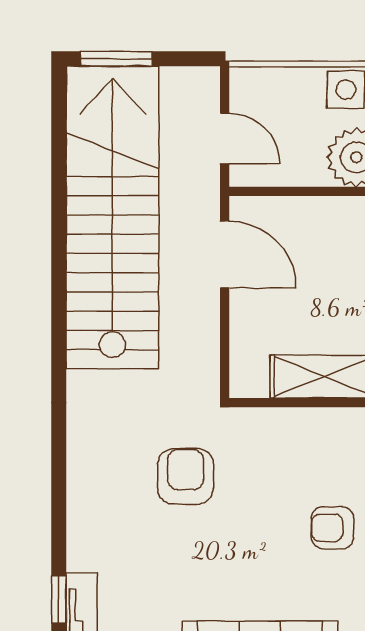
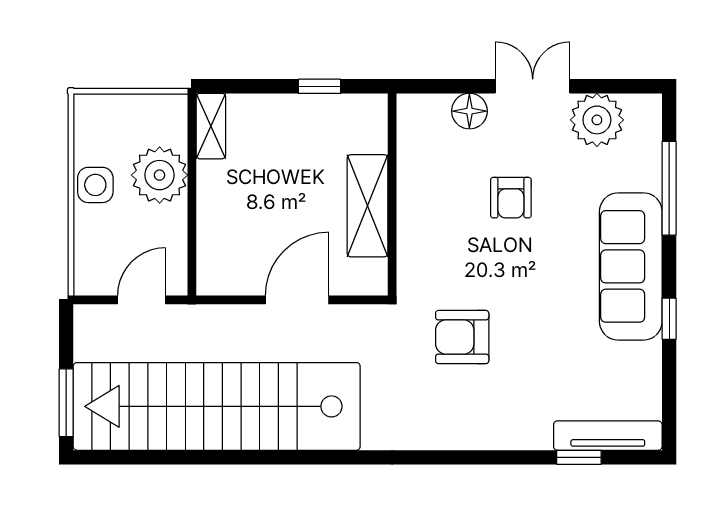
door: (225, 254) -> (297, 300), moved

